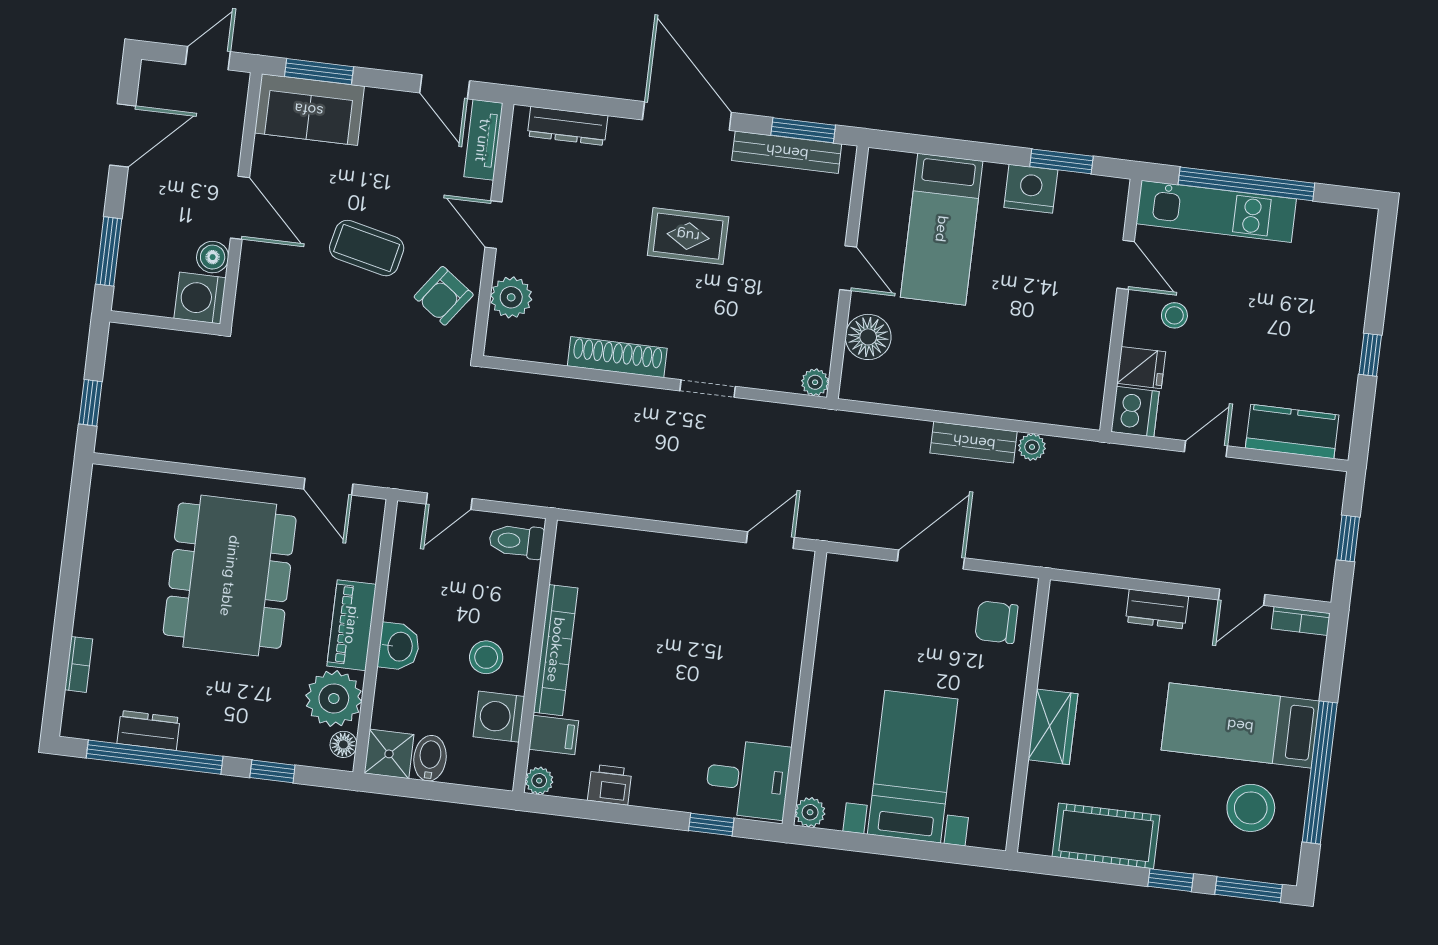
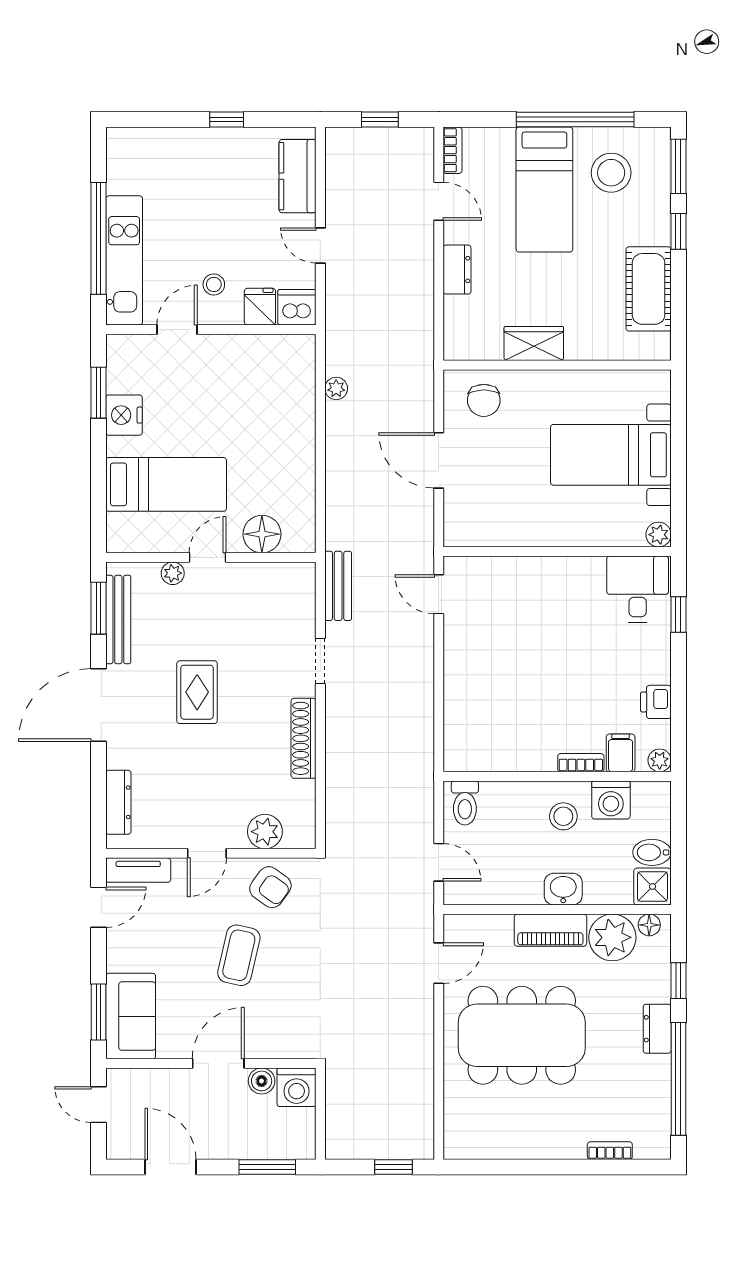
plant: (815, 382) -> (173, 573), moved
bench: (974, 442) -> (338, 586), moved
bookcase: (556, 650) -> (581, 763), width x0.43, depth x0.76
wardrobe: (1053, 727) -> (534, 343), moved
dresser: (149, 730) -> (657, 1029), moved

